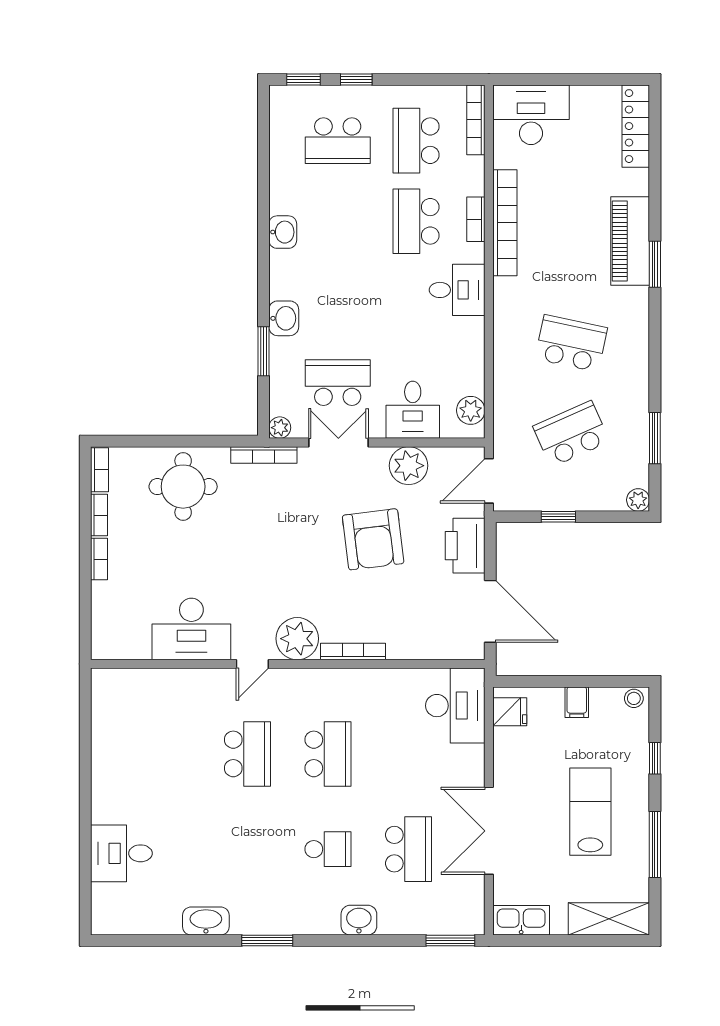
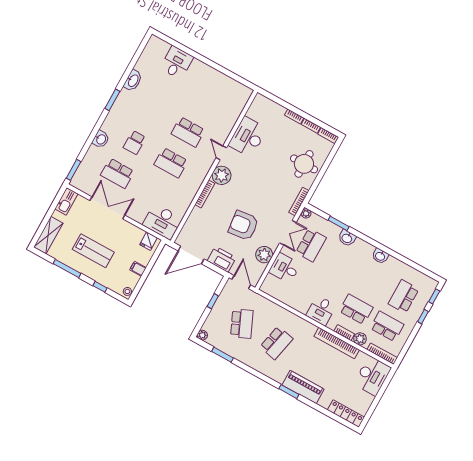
plant: (471, 410) -> (360, 339), moved

